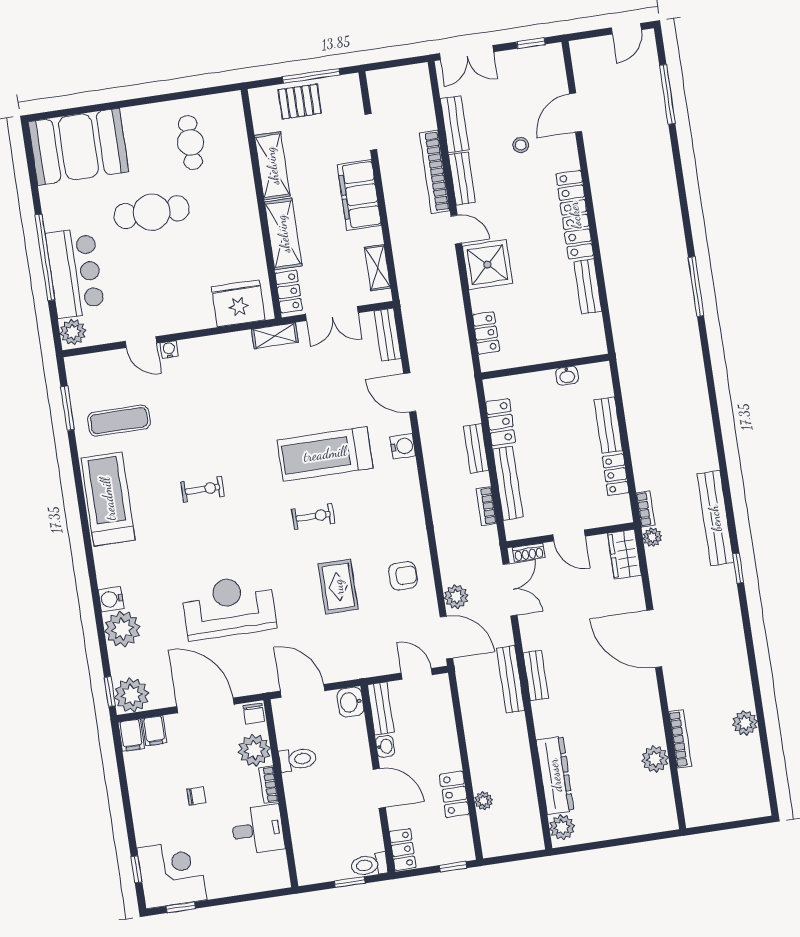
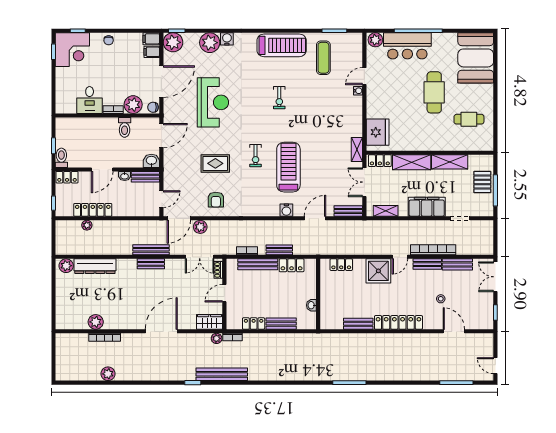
locker: (454, 794) -> (93, 210), width x1.53
chair: (196, 796) -> (109, 40), moved

